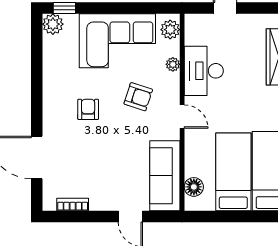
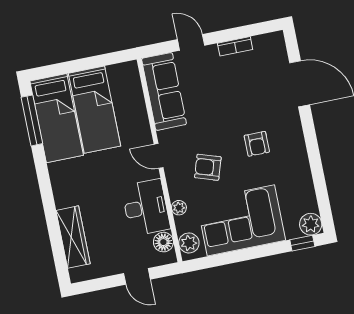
floor lamp: (194, 187) -> (163, 242), moved
bookcase: (73, 205) -> (235, 46), moved

